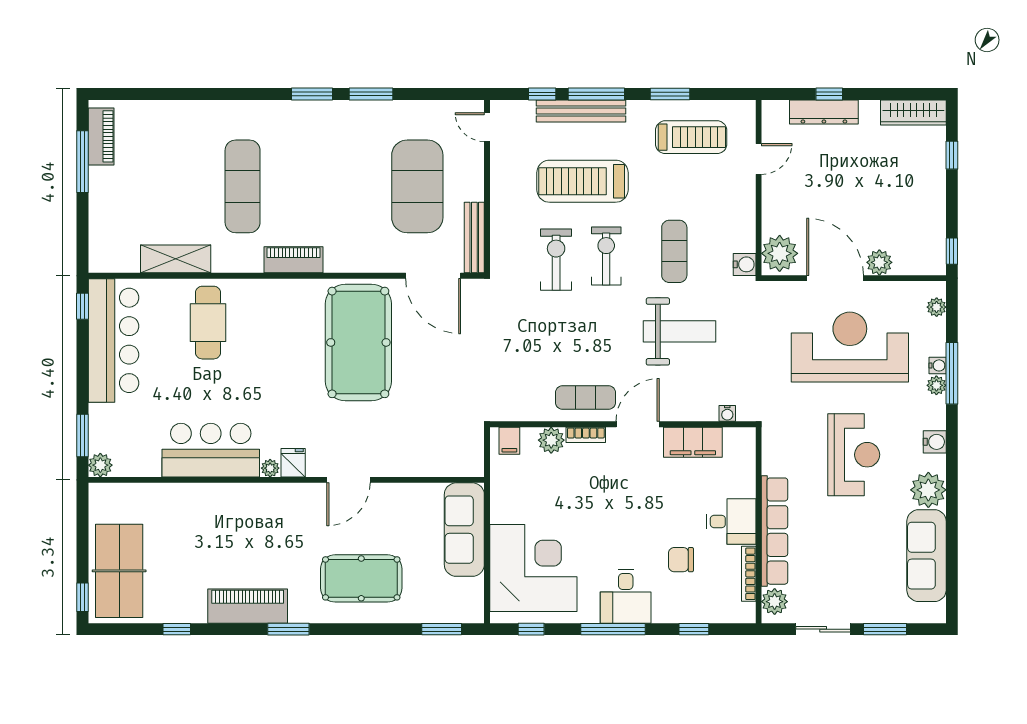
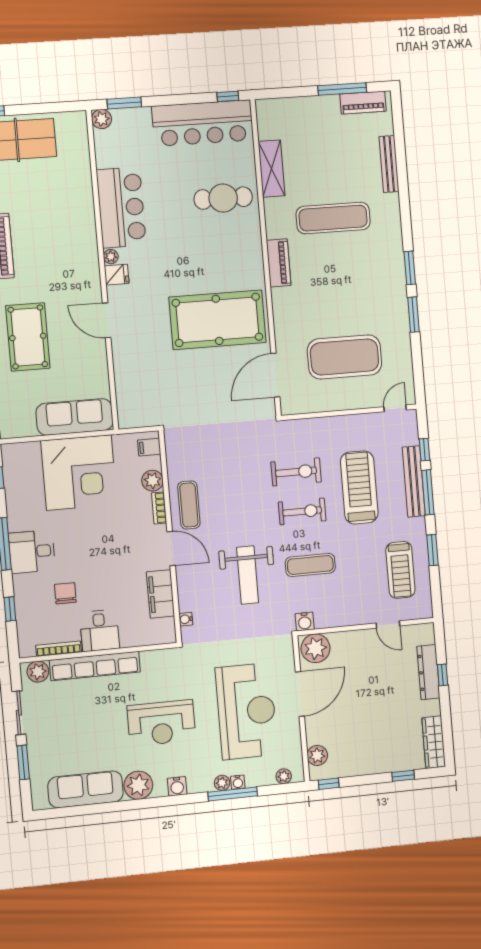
bench: (474, 237) -> (389, 164), moved, turned 90
plant: (879, 262) -> (317, 755), moved
corner desk: (533, 568) -> (79, 473), moved

